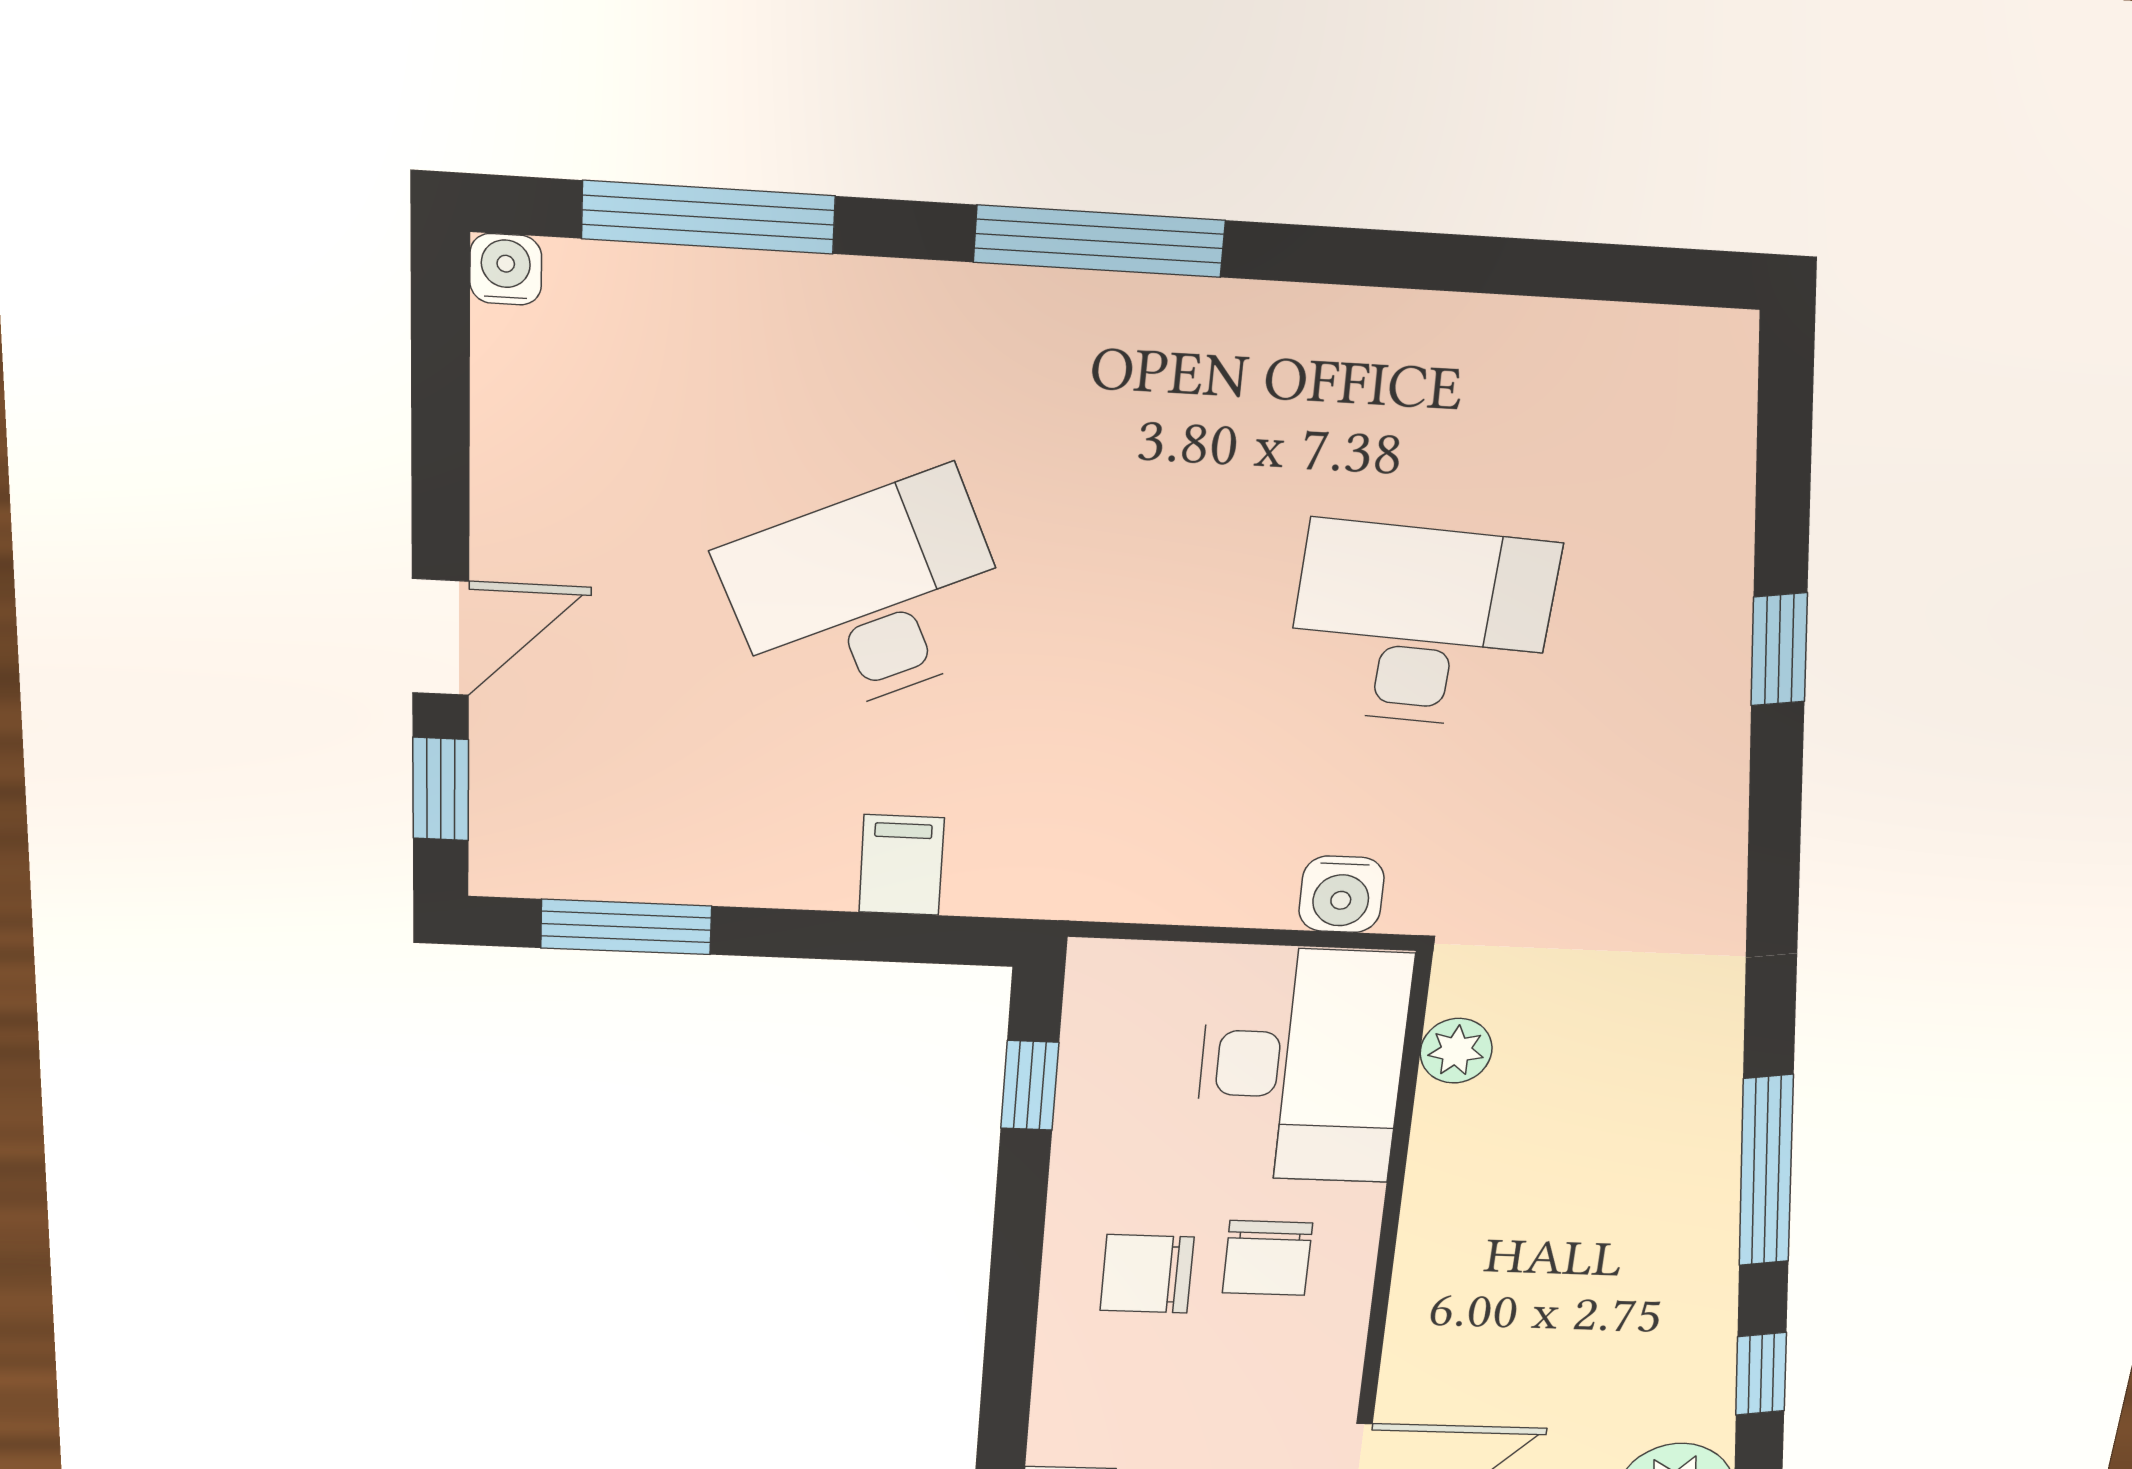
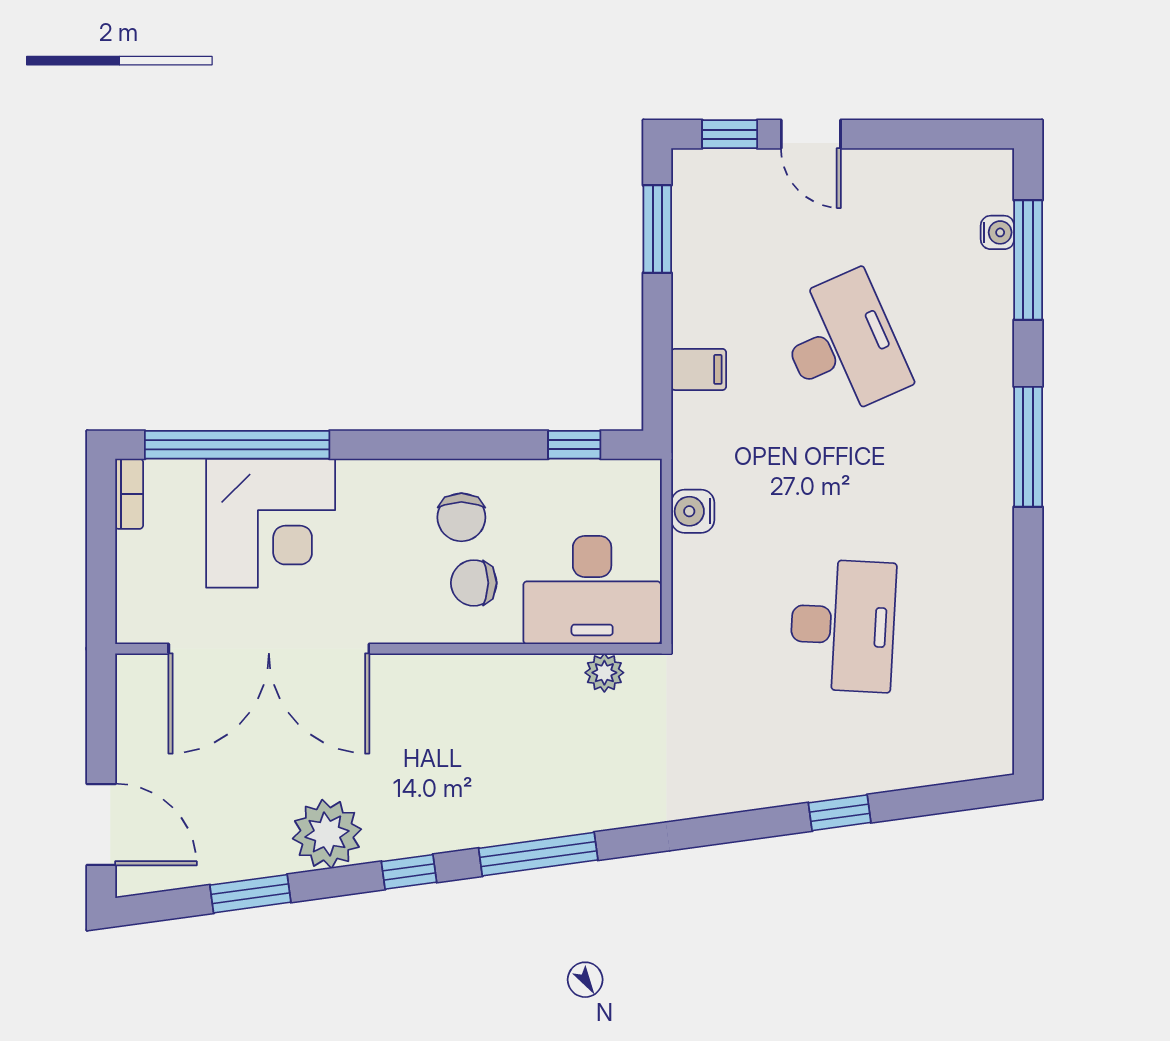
water cooler: (506, 269) -> (997, 232), moved
water cooler: (1341, 894) -> (693, 511), moved
chair: (1147, 1274) -> (461, 517), turned 180

